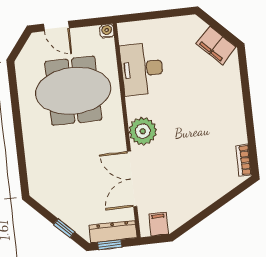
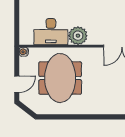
plant: (143, 131) -> (78, 36), moved

